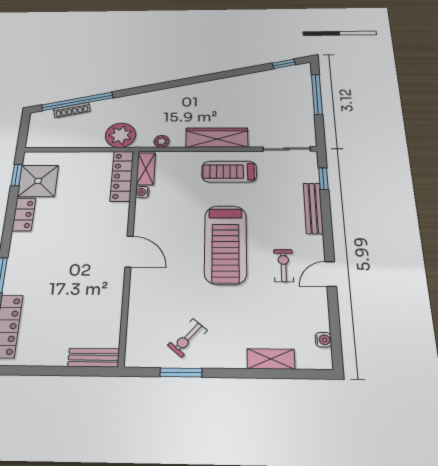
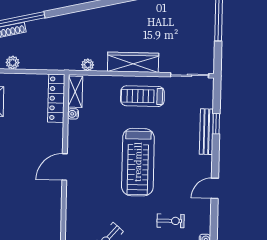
plant: (121, 135) -> (13, 63), moved, width x0.53, depth x0.53
window: (323, 179) -> (216, 124), moved
door: (129, 252) -> (65, 167), swing flipped
exercise bike: (284, 266) -> (171, 221), moved, turned 90

